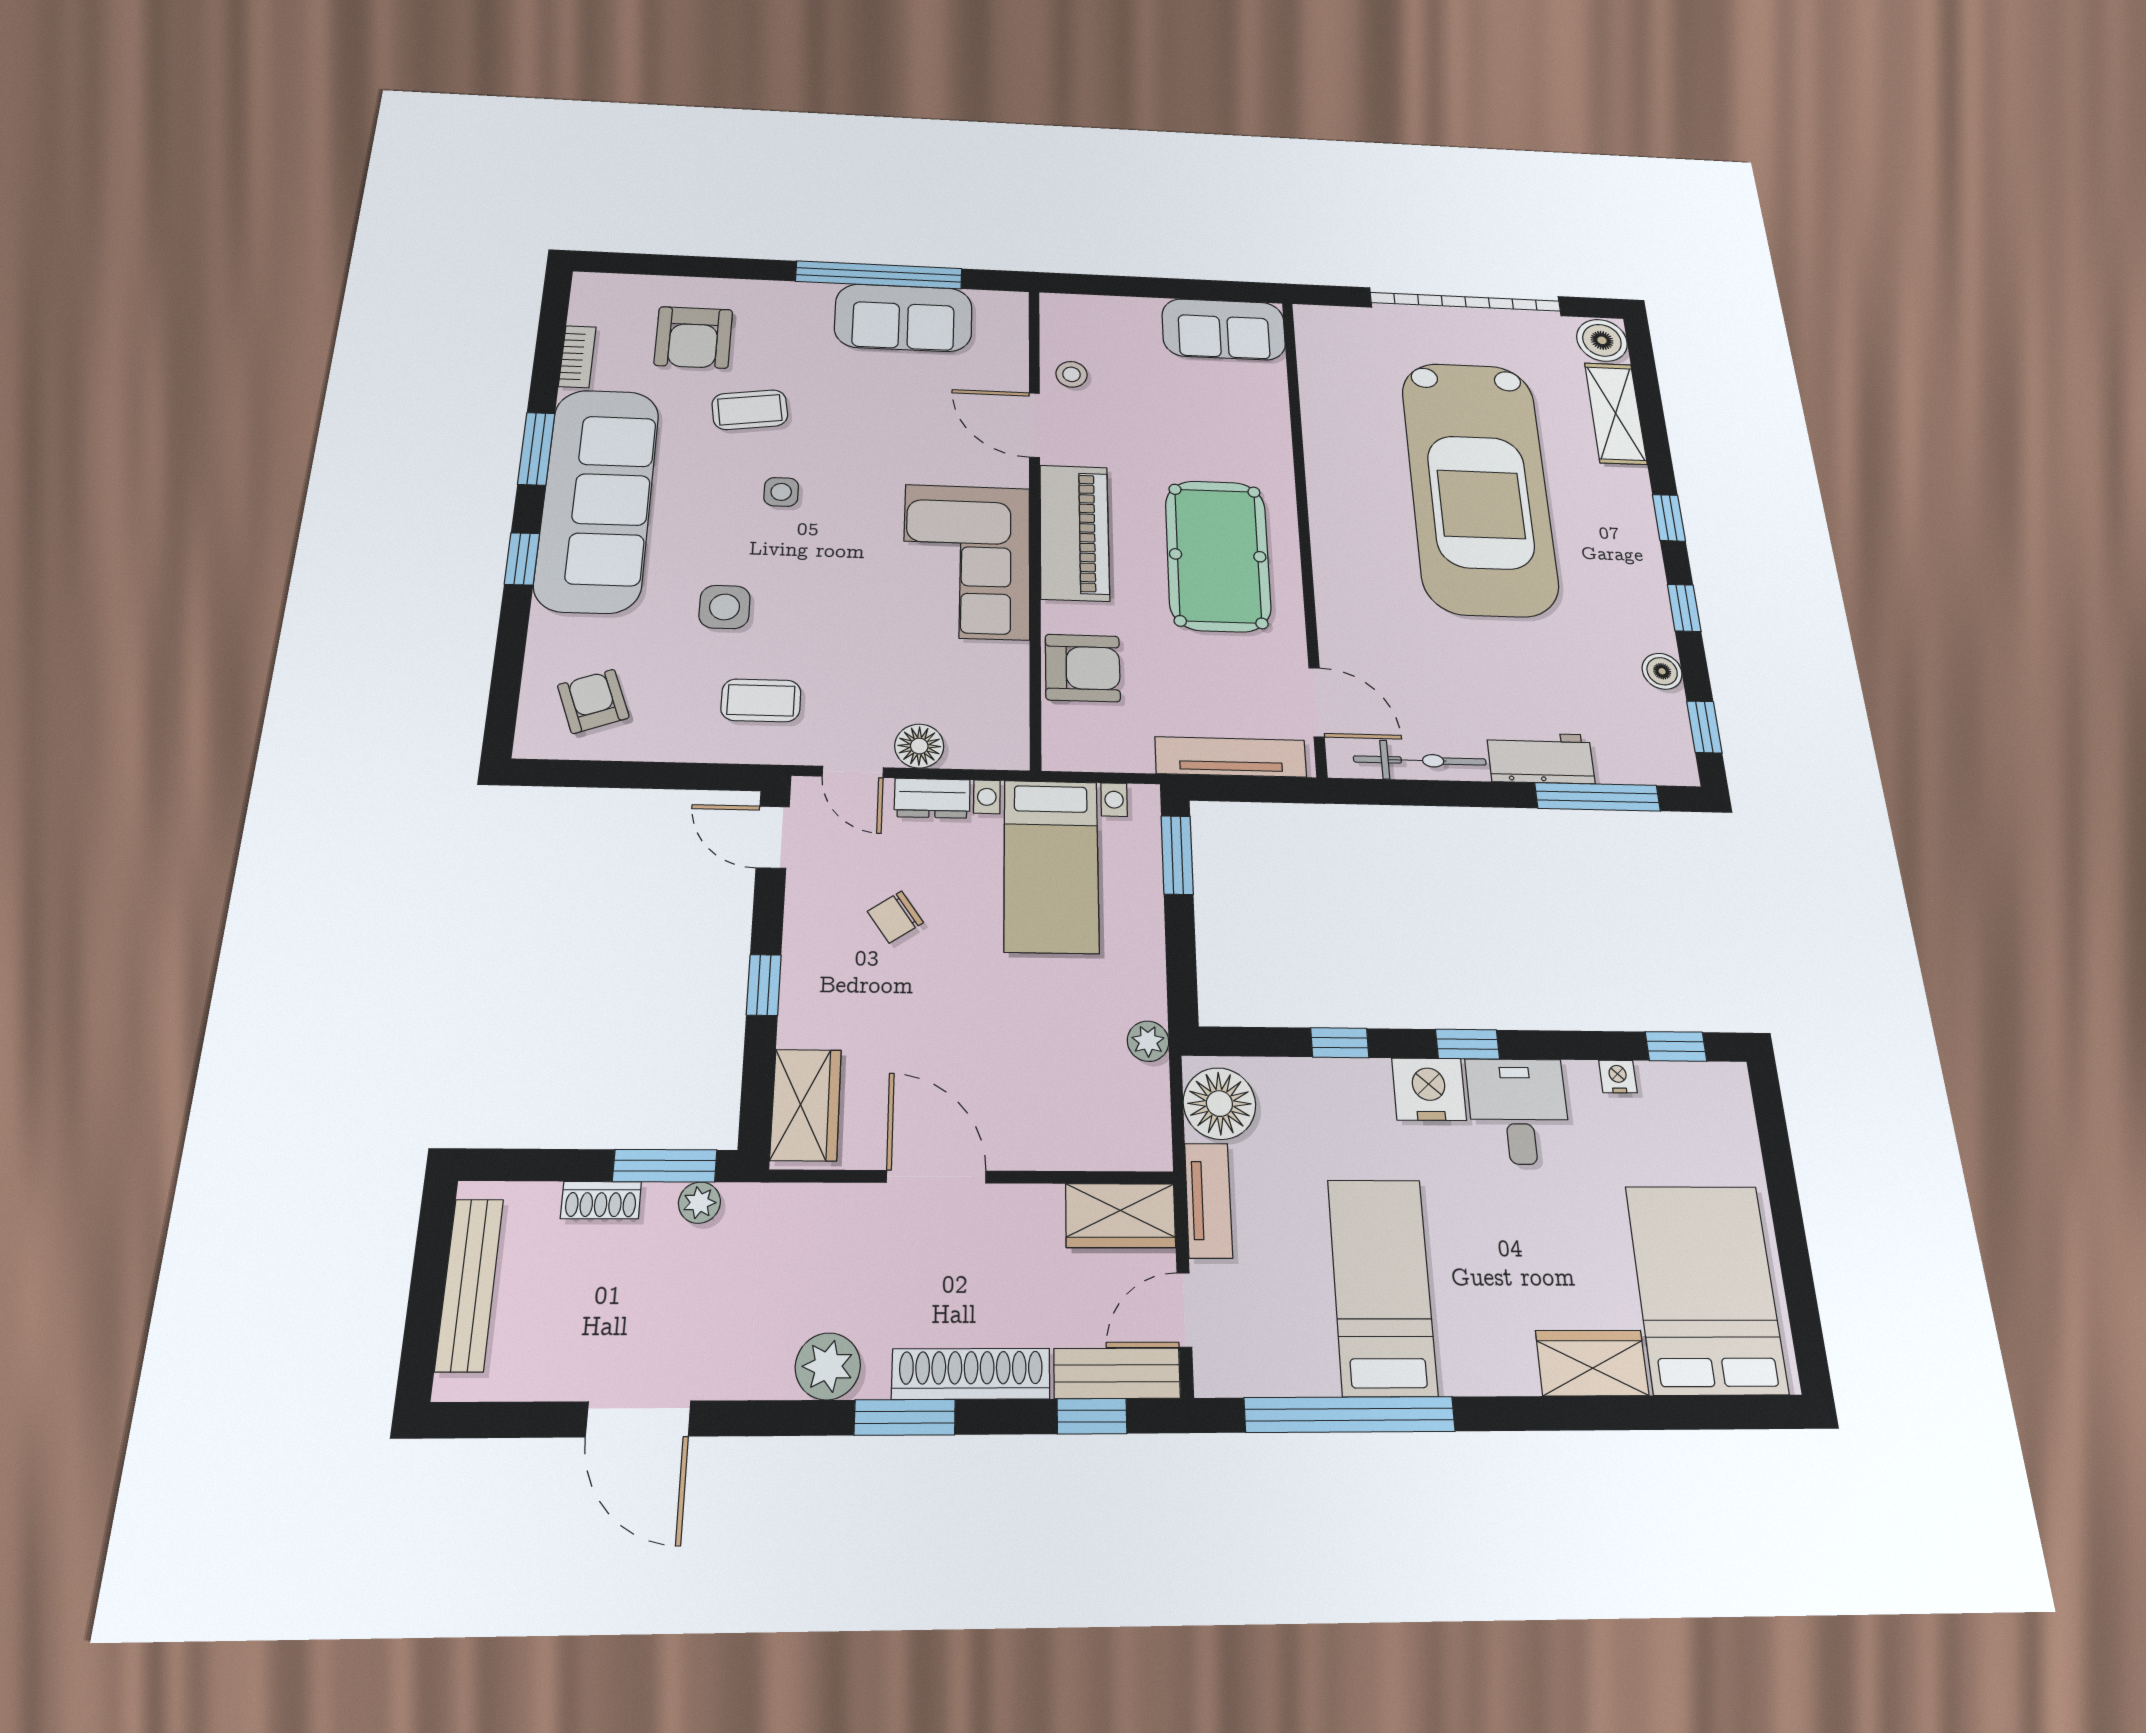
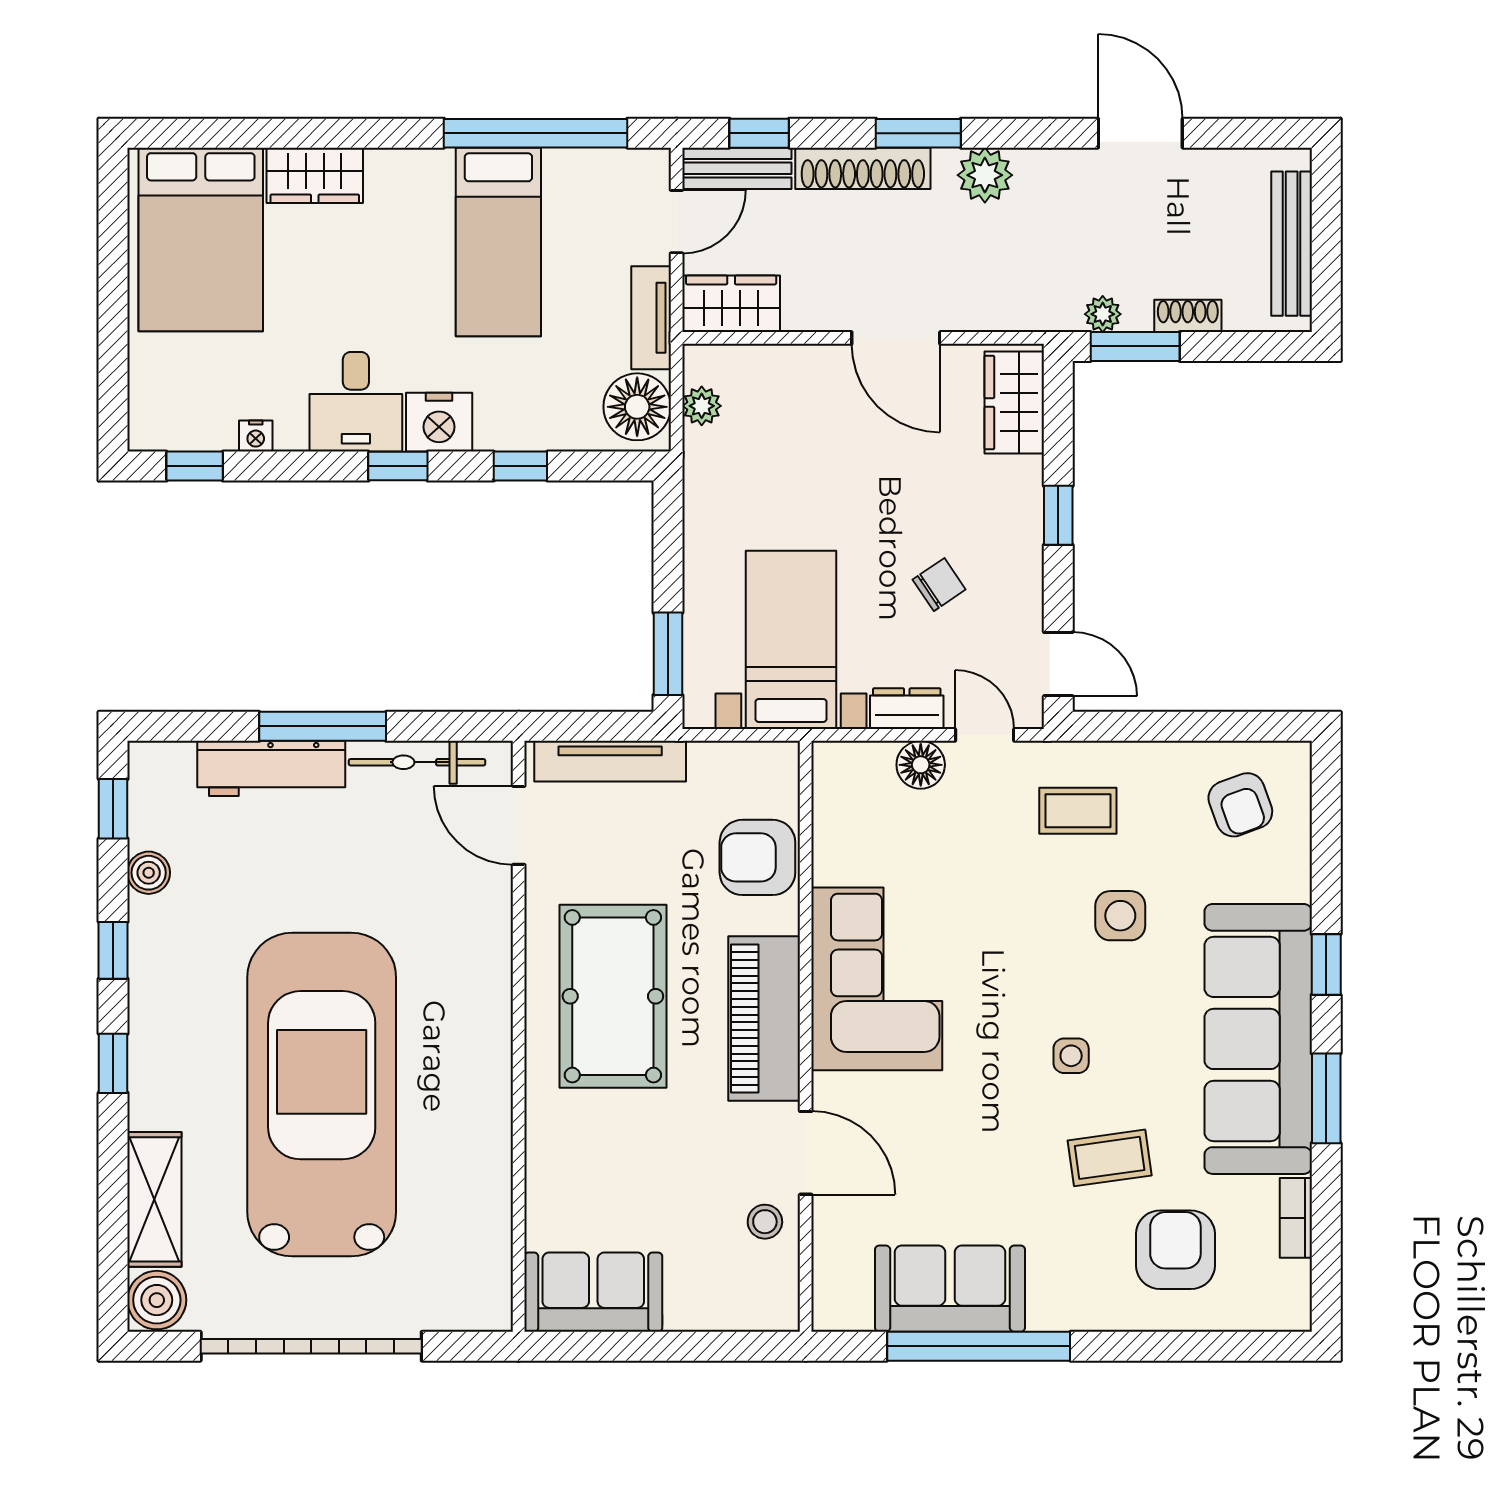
workbench: (1541, 758) -> (271, 768), width x1.38
window: (1598, 797) -> (323, 726), moved
plant: (1148, 1041) -> (702, 406), moved

